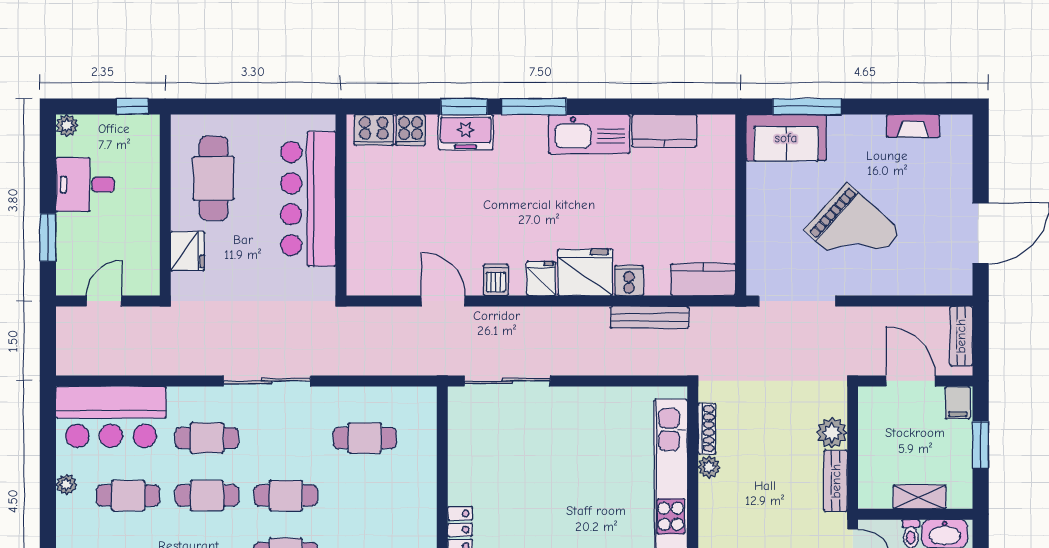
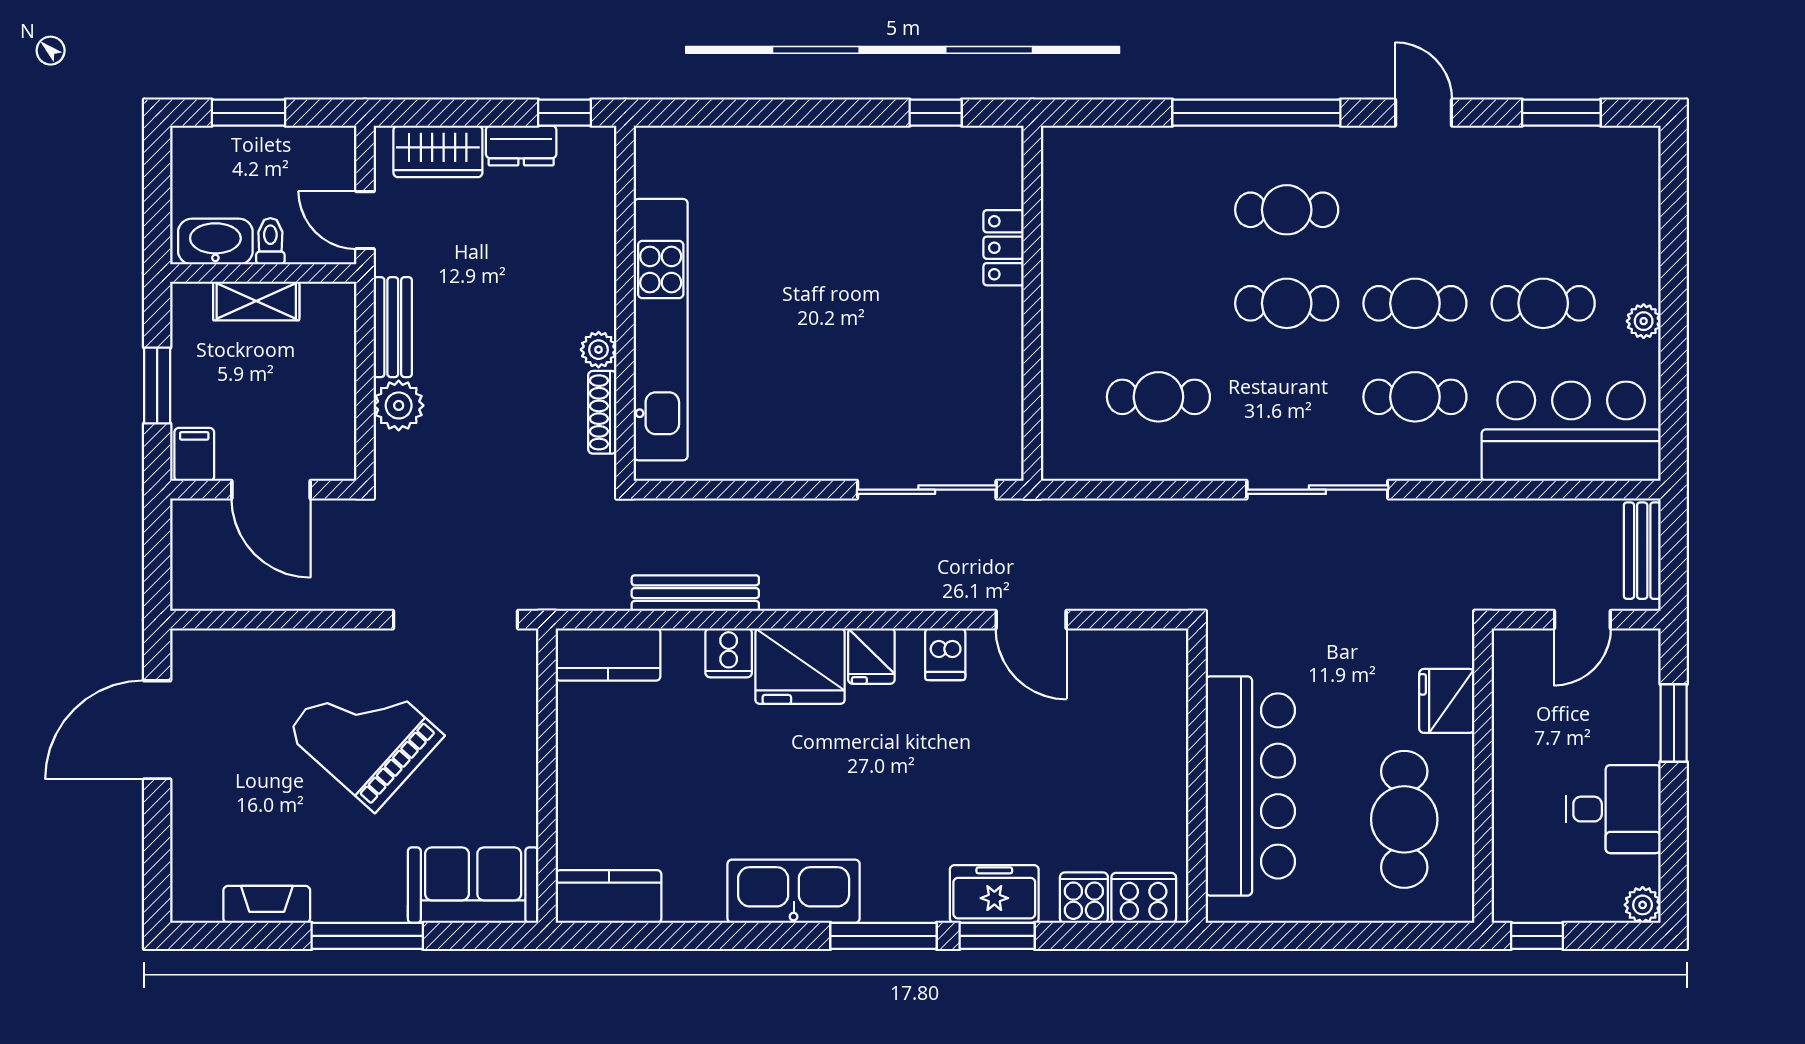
window: (807, 106) -> (367, 936), moved
kitchen counter: (664, 131) -> (609, 896), moved
bench: (961, 336) -> (1642, 551), moved

